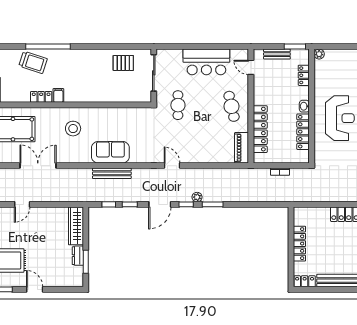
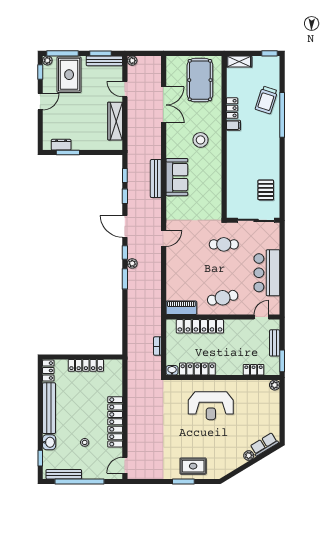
washbasin: (304, 106) -> (172, 370), moved
wardrobe: (76, 226) -> (115, 121), moved, turned -90
dresser: (78, 256) -> (61, 145), moved

